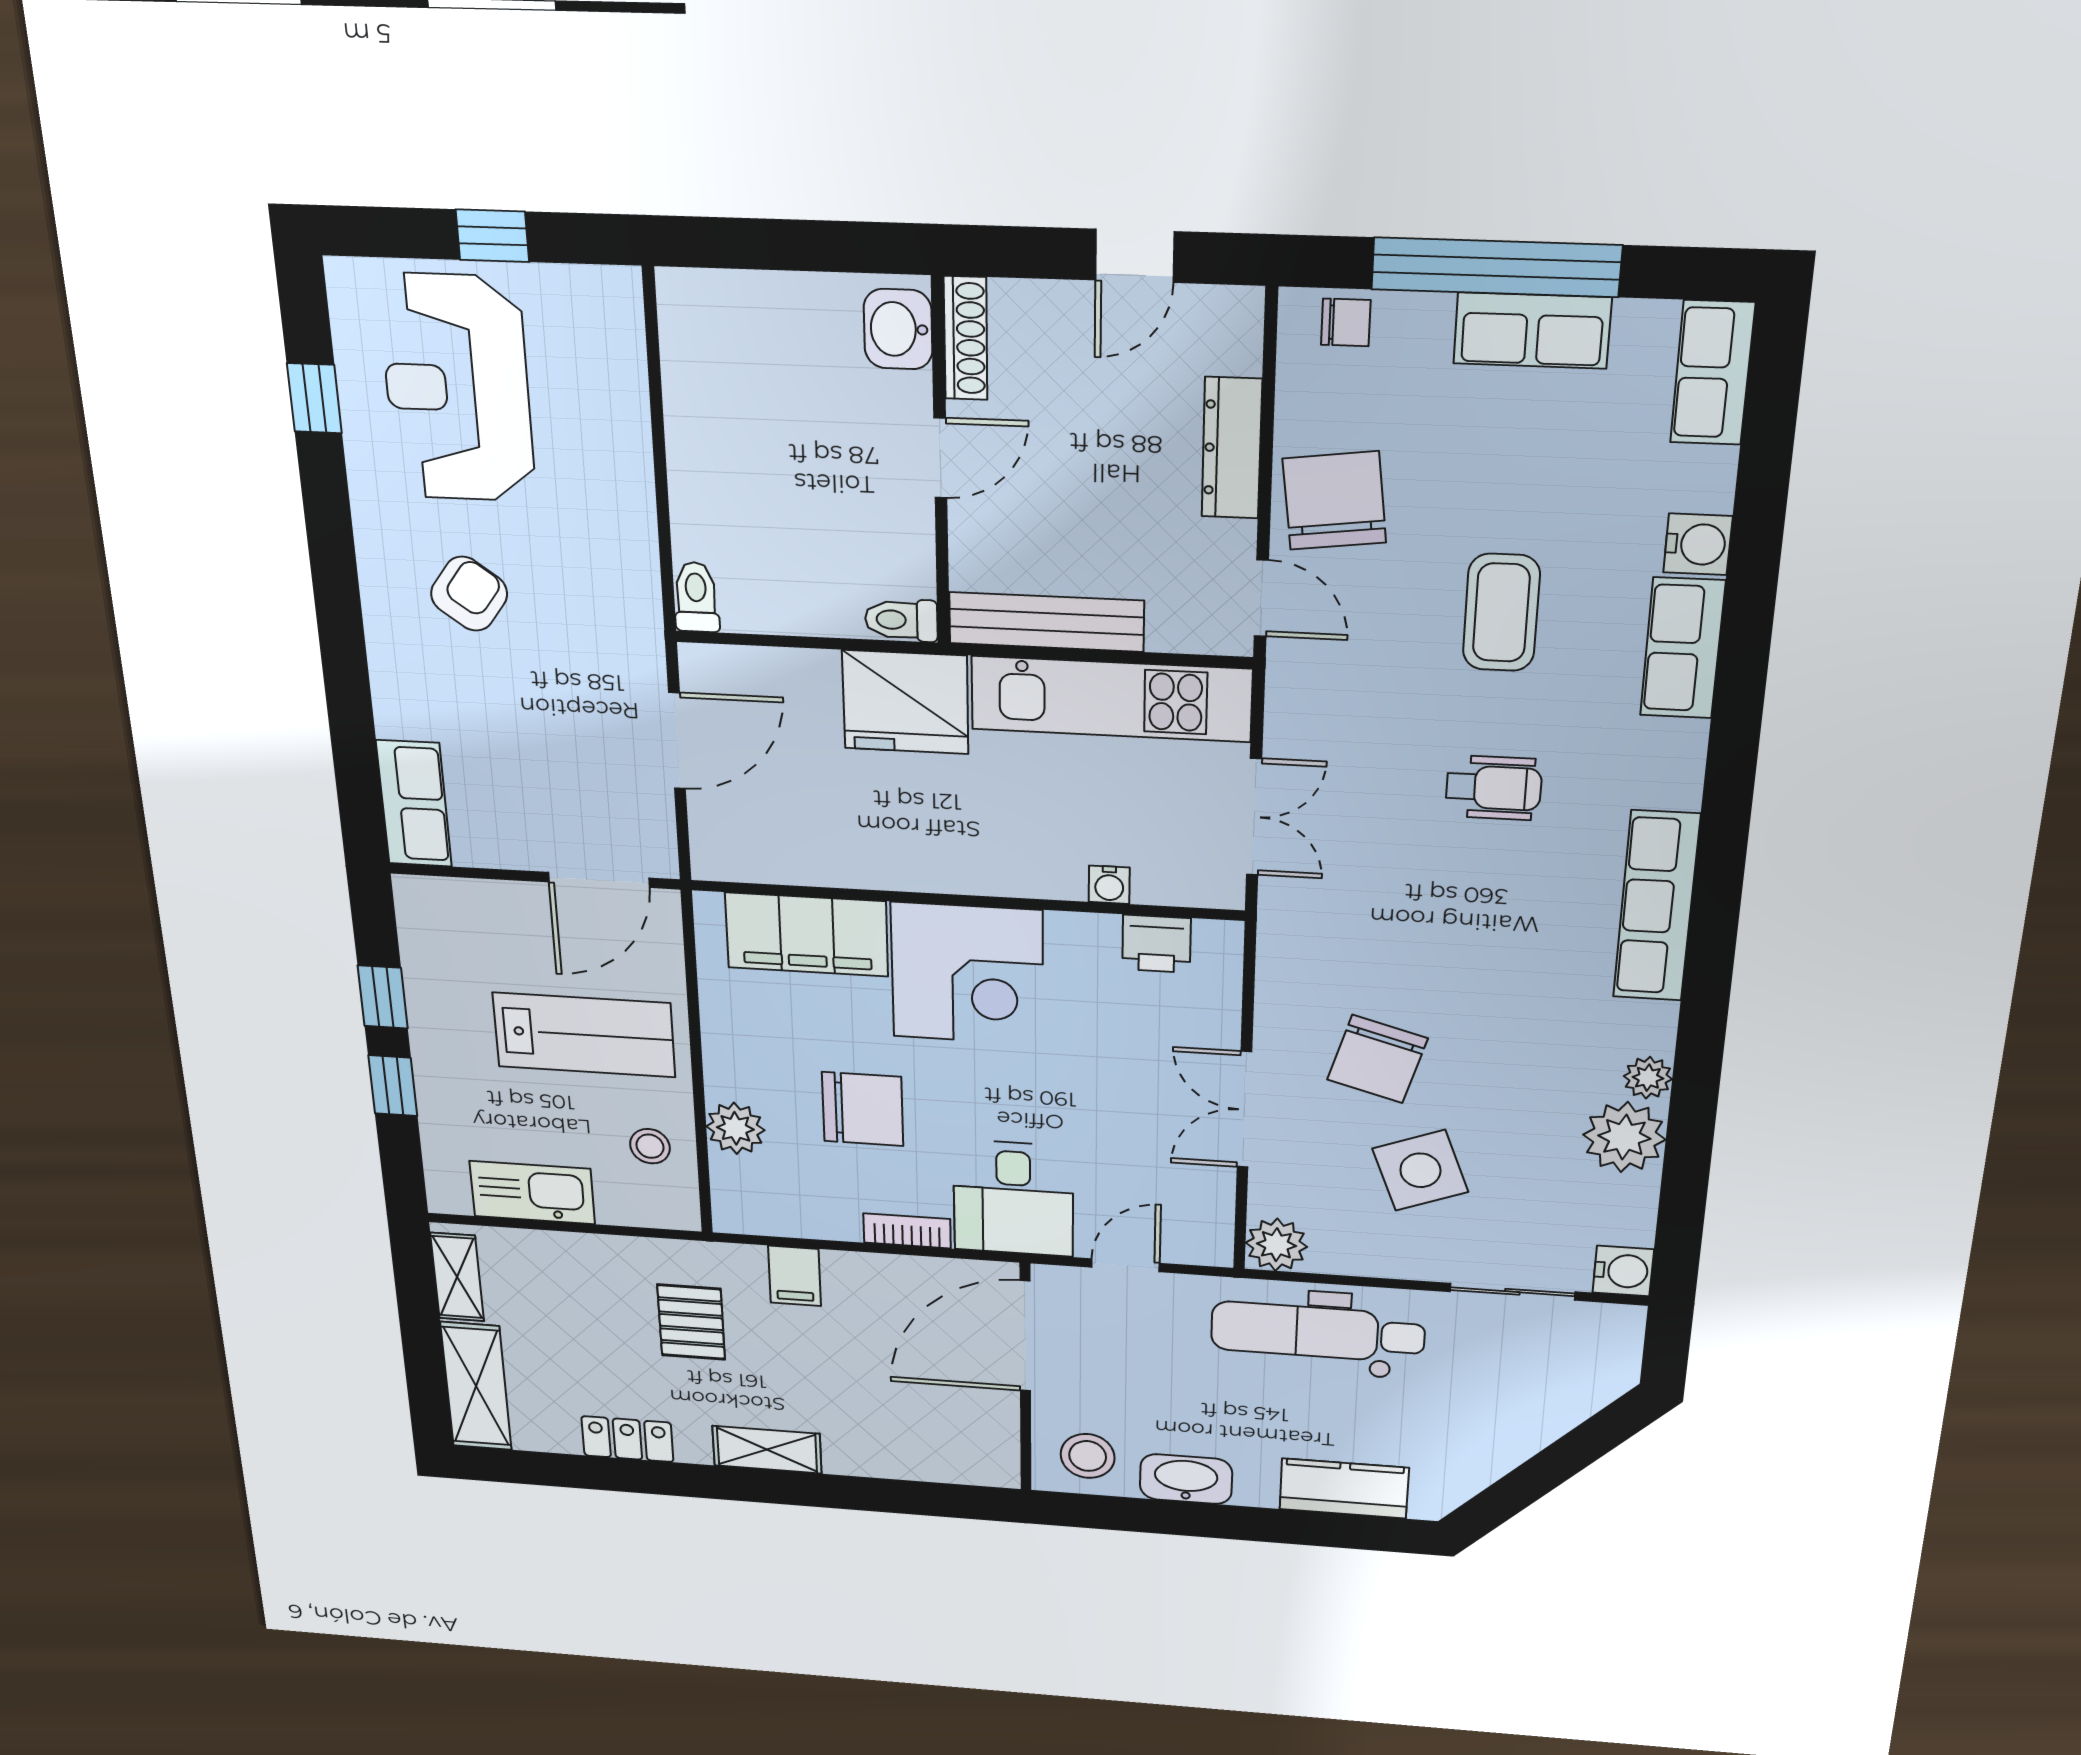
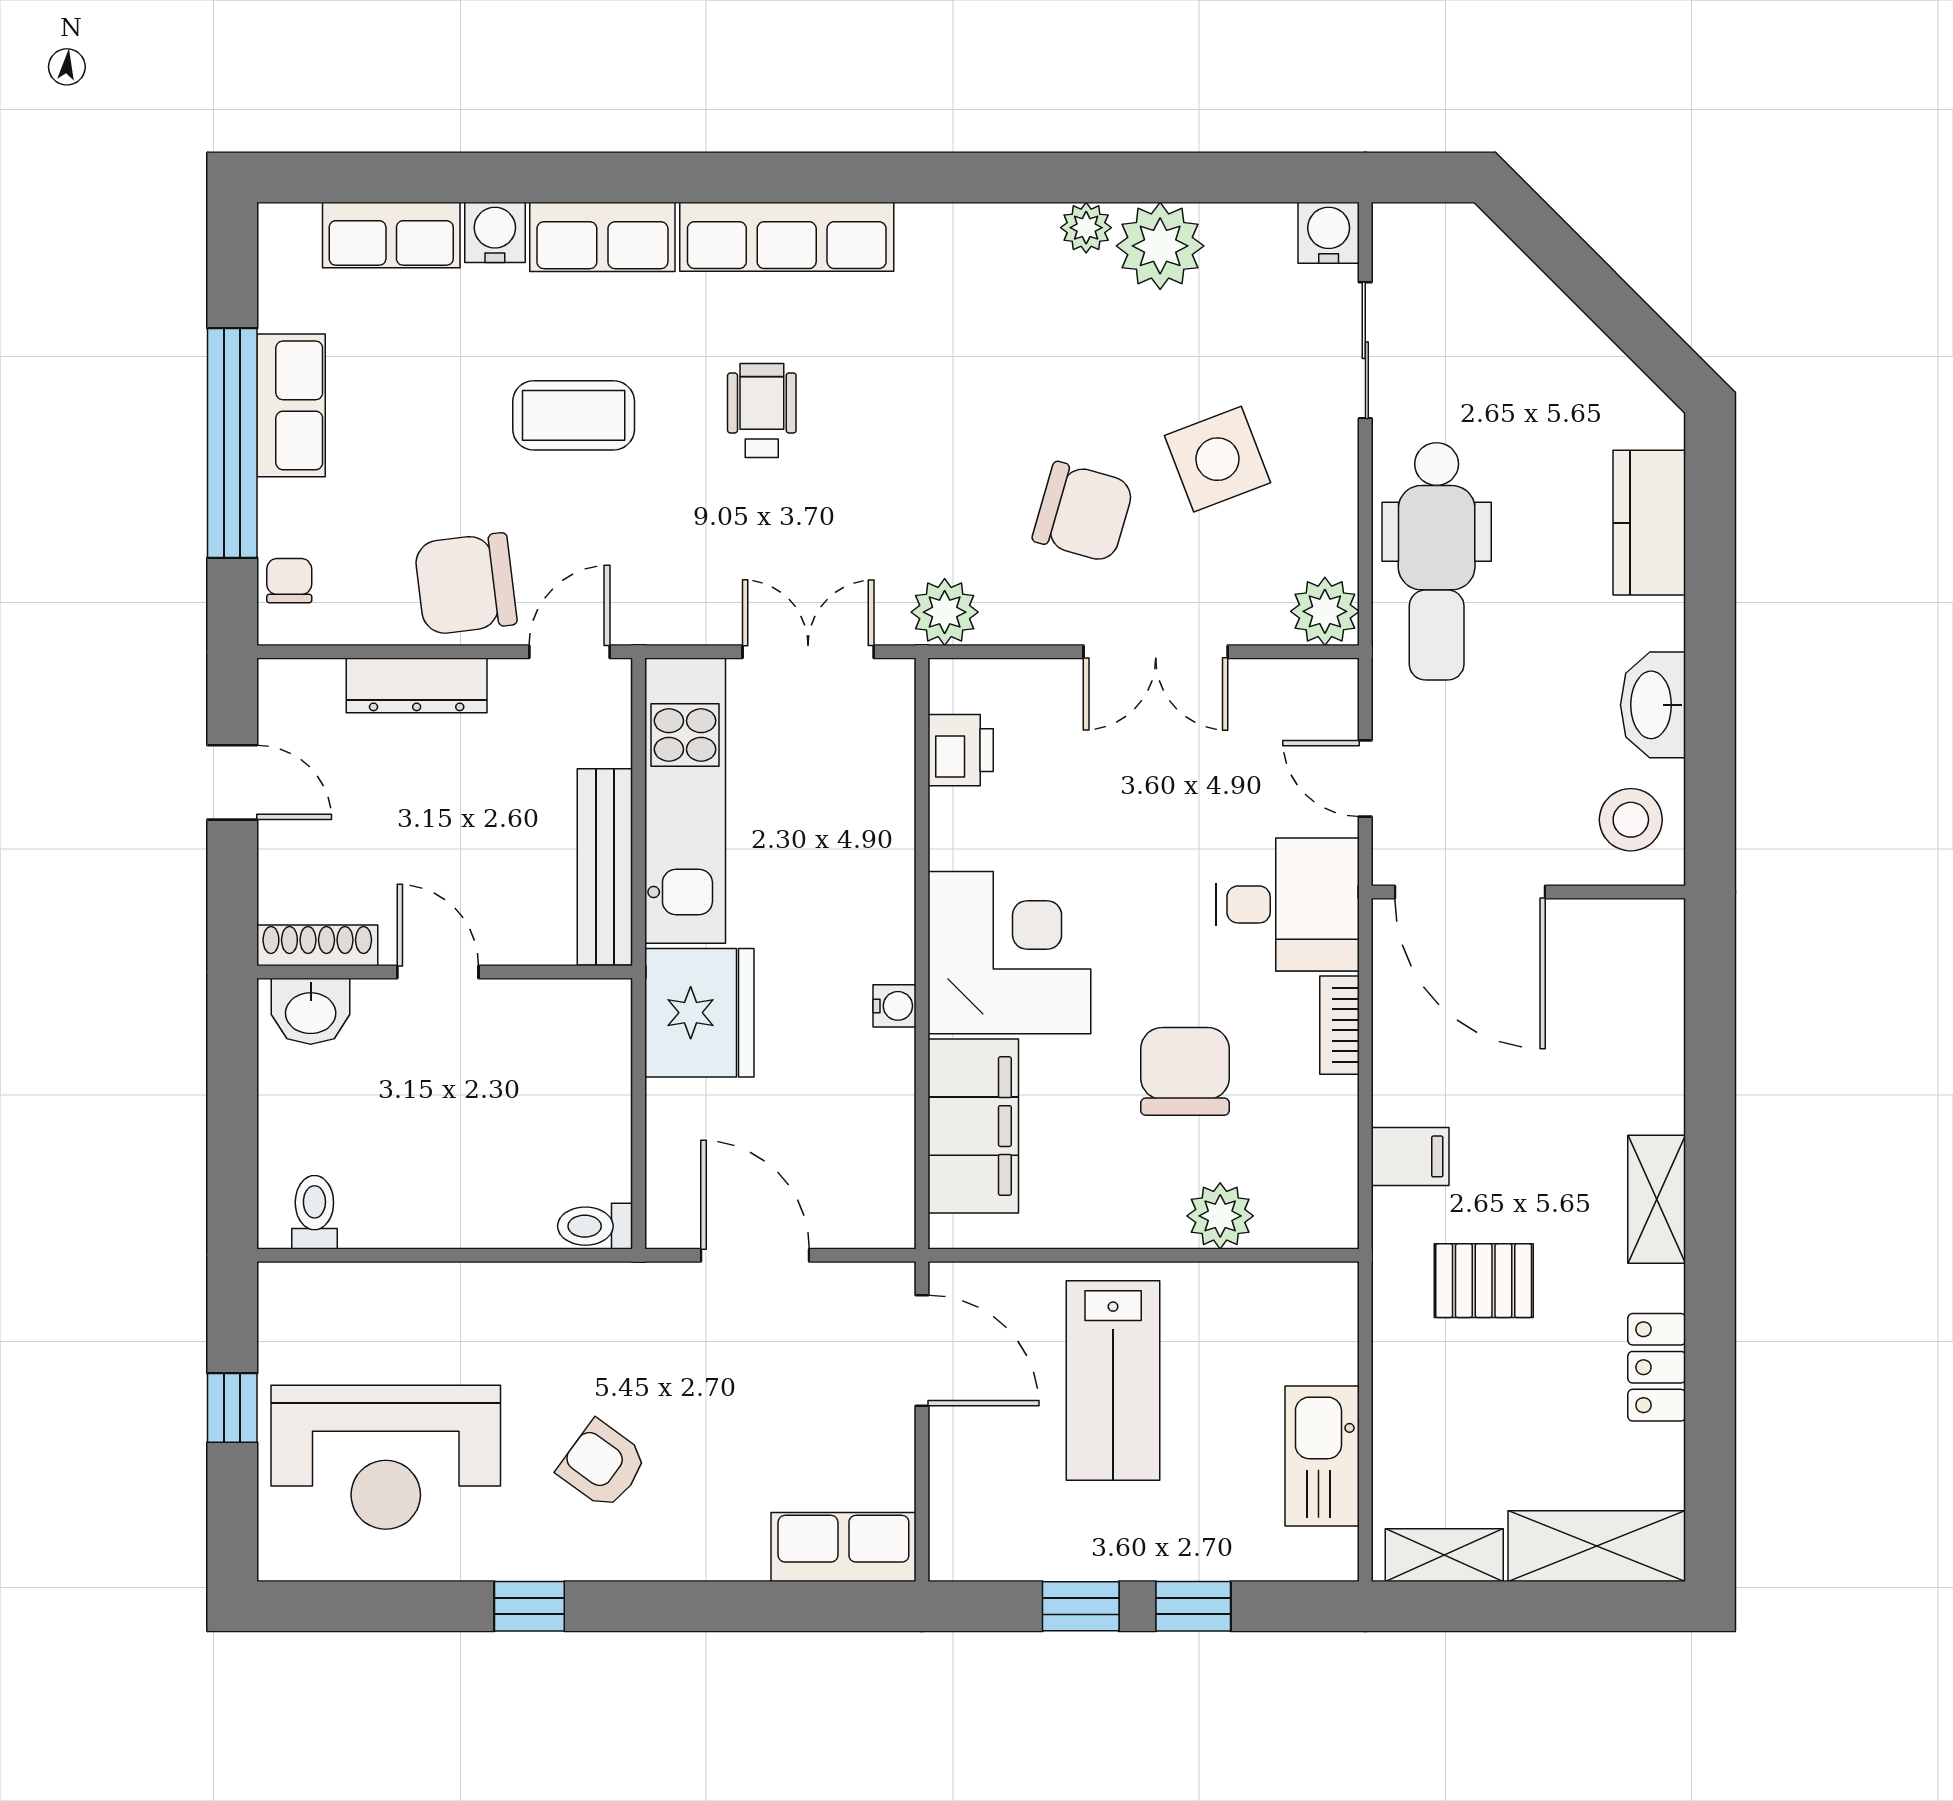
row of seats: (1712, 373) -> (391, 235), moved
window: (314, 398) -> (529, 1606), moved
toilet: (901, 620) -> (314, 1212), moved, turned 180
water cooler: (1109, 885) -> (894, 1006), moved
row of seats: (1656, 906) -> (787, 237), moved
plant: (1288, 938) -> (945, 612), added
lab bench: (584, 1035) -> (1113, 1380), turned 180
stool: (650, 1146) -> (1251, 1315), removed

